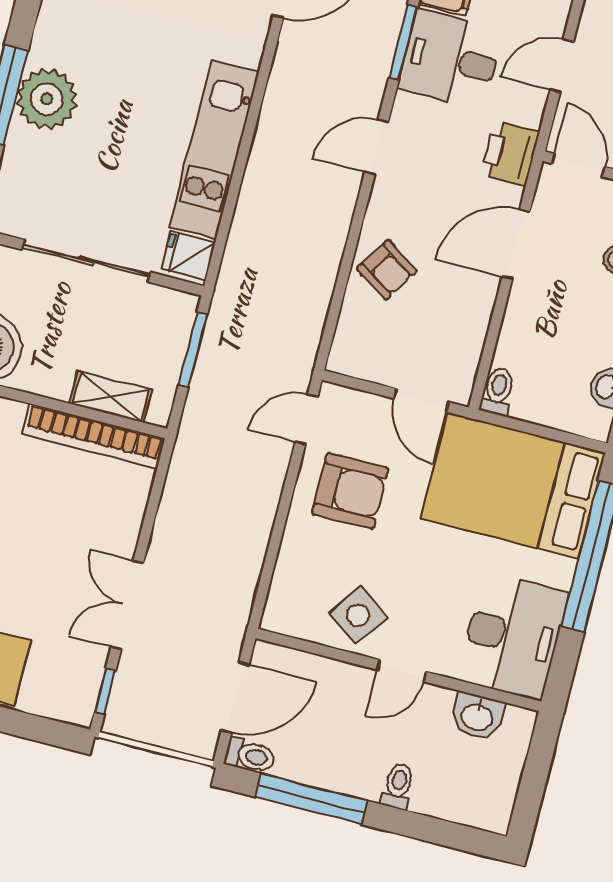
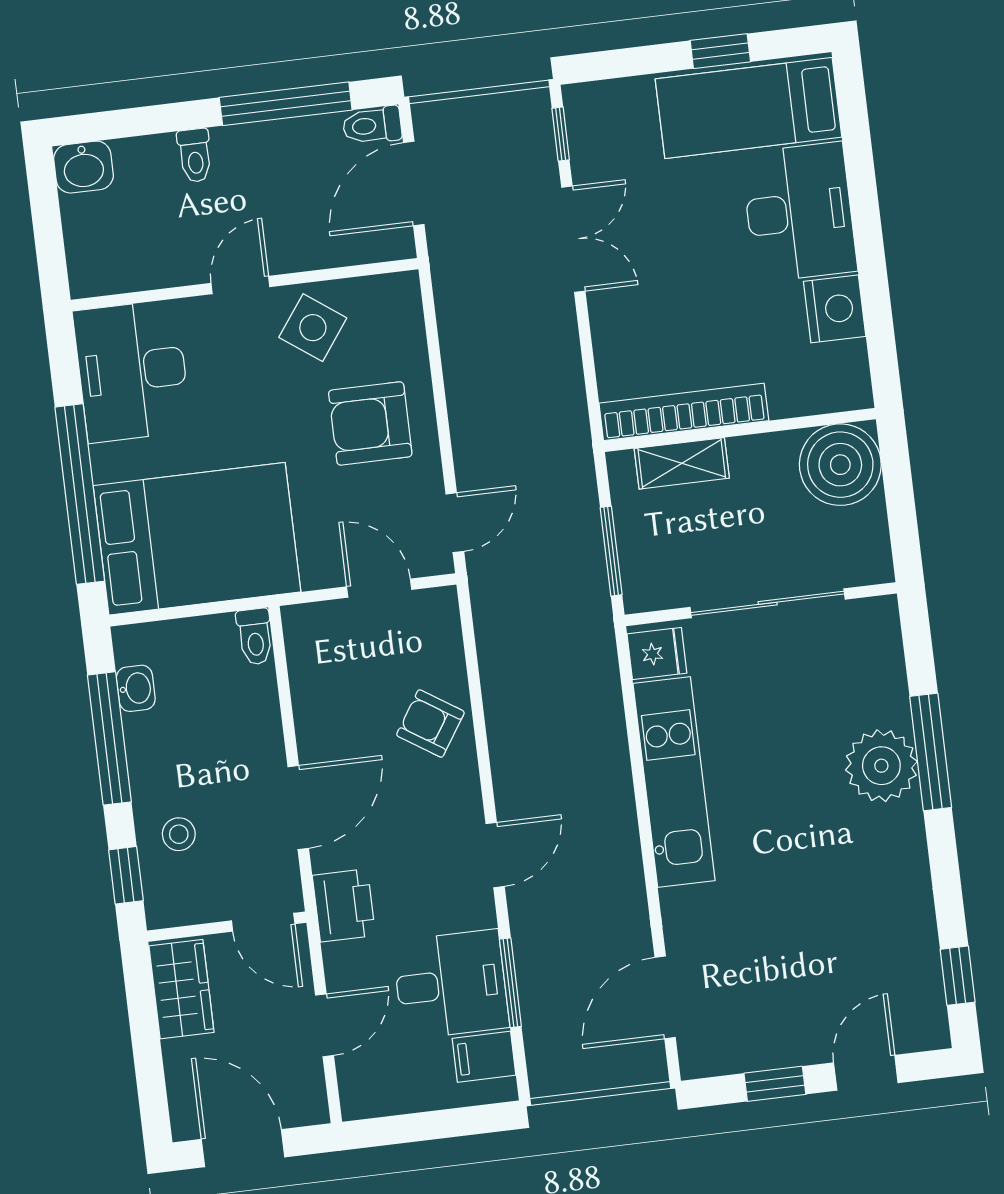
door: (421, 400) -> (379, 588), moved
armchair: (350, 491) -> (370, 423), moved
washbasin: (477, 716) -> (83, 167), moved, turned 180

